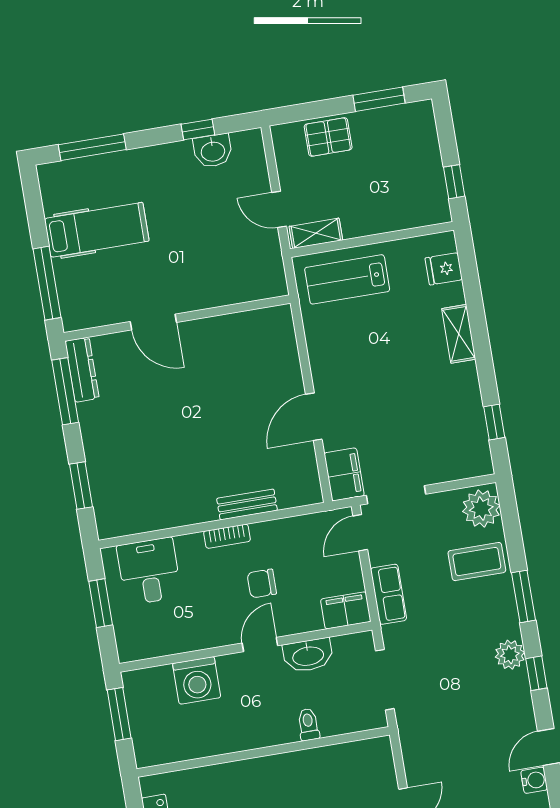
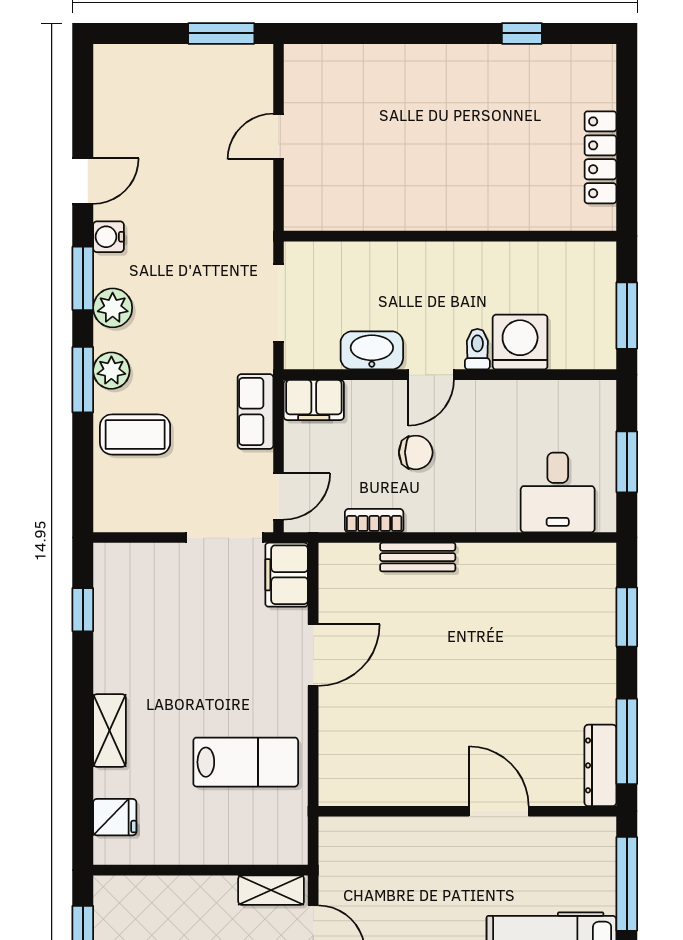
lab bench: (347, 279) -> (246, 762), moved
plant: (481, 509) -> (111, 371), moved, width x0.73, depth x0.73
bookcase: (227, 536) -> (374, 521), moved
window: (536, 673) -> (83, 278), width x1.50
toilet: (308, 724) -> (477, 349), moved, turned 180
water cooler: (534, 780) -> (108, 237), moved

